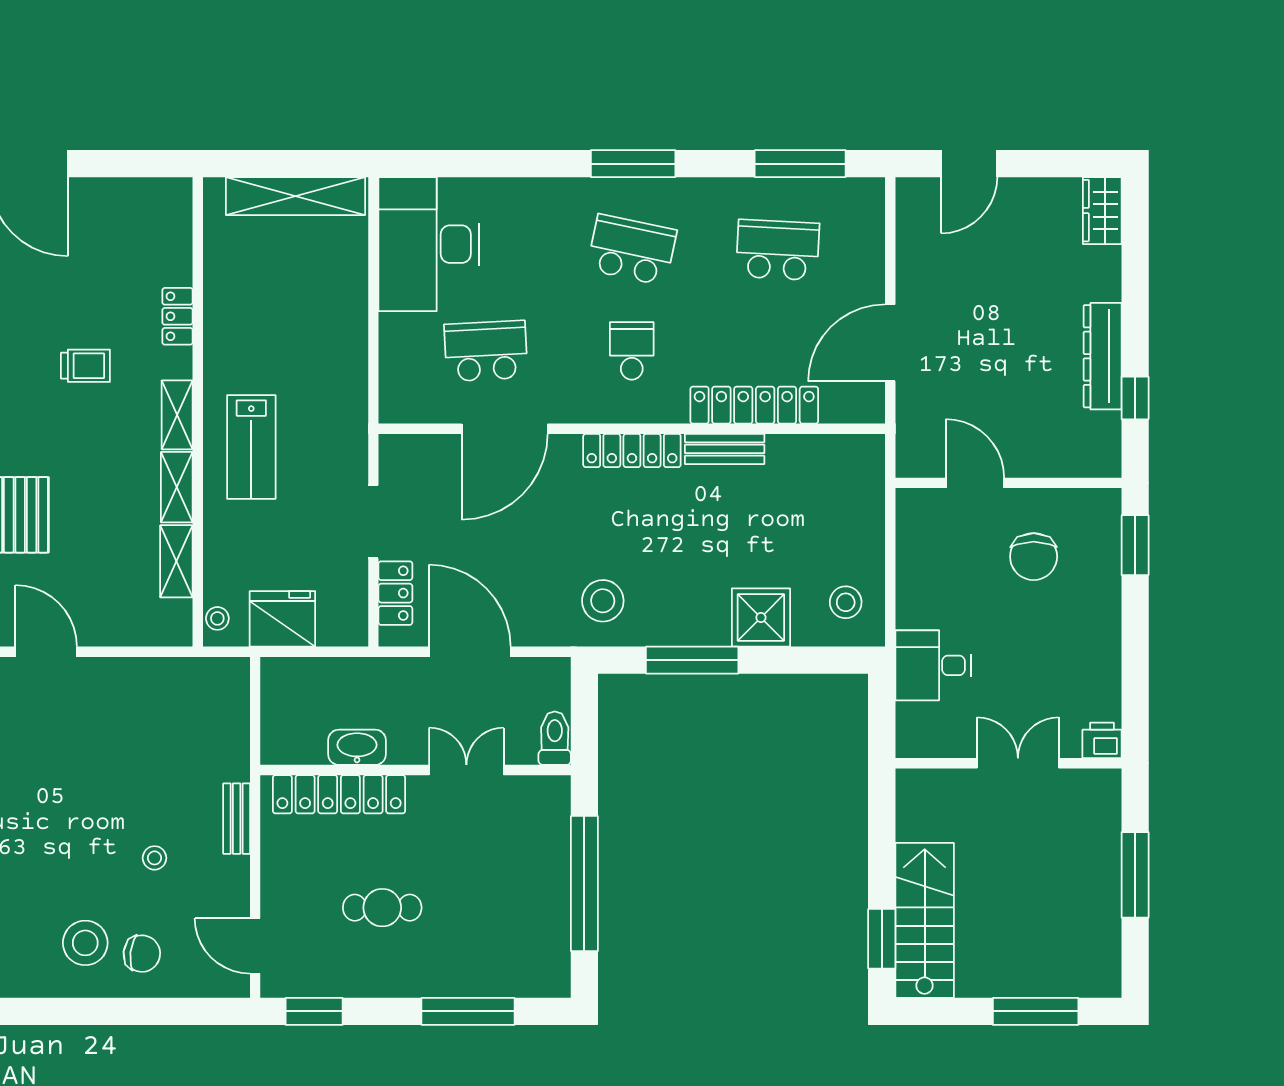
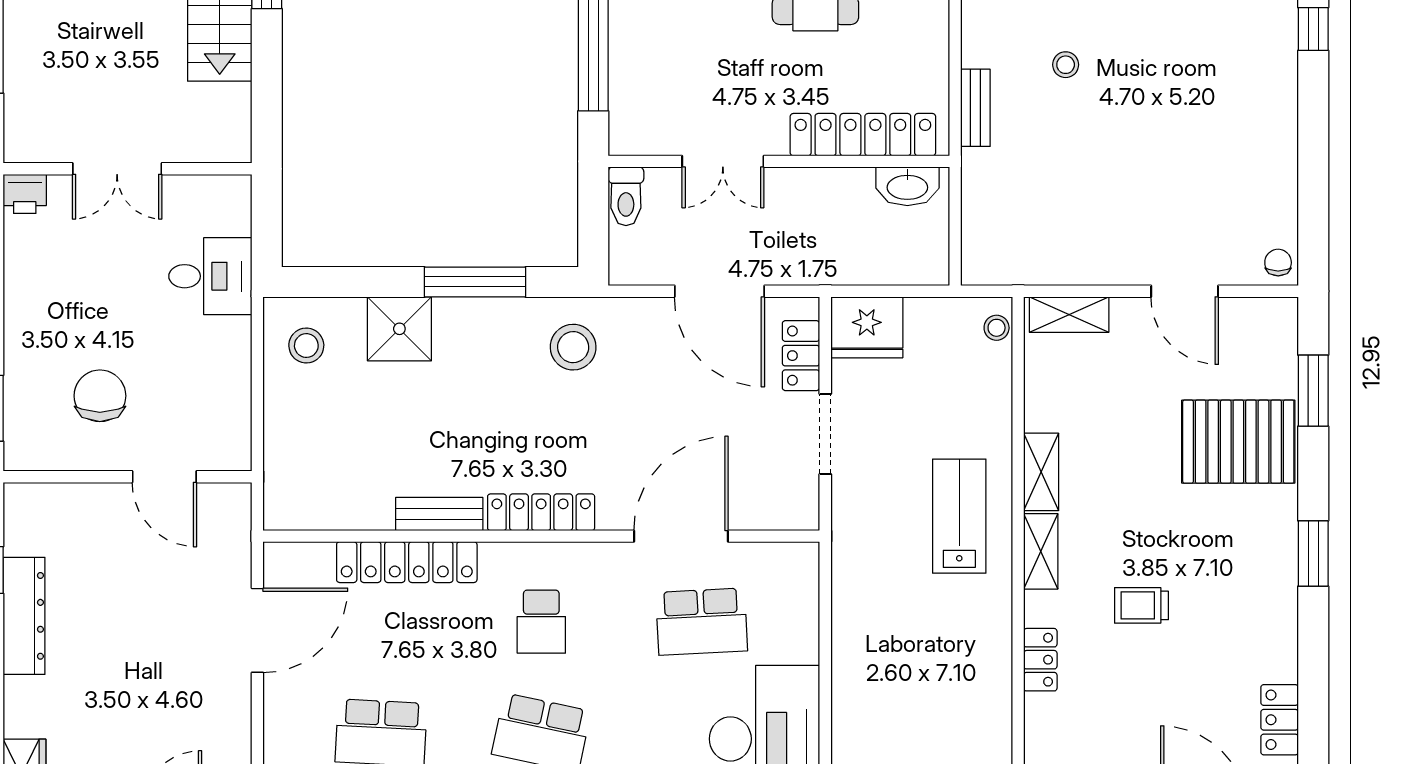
shelving: (176, 561) -> (1069, 315), moved, turned 90
fridge: (282, 619) -> (867, 327), moved
washbasin: (357, 747) -> (907, 186), moved

